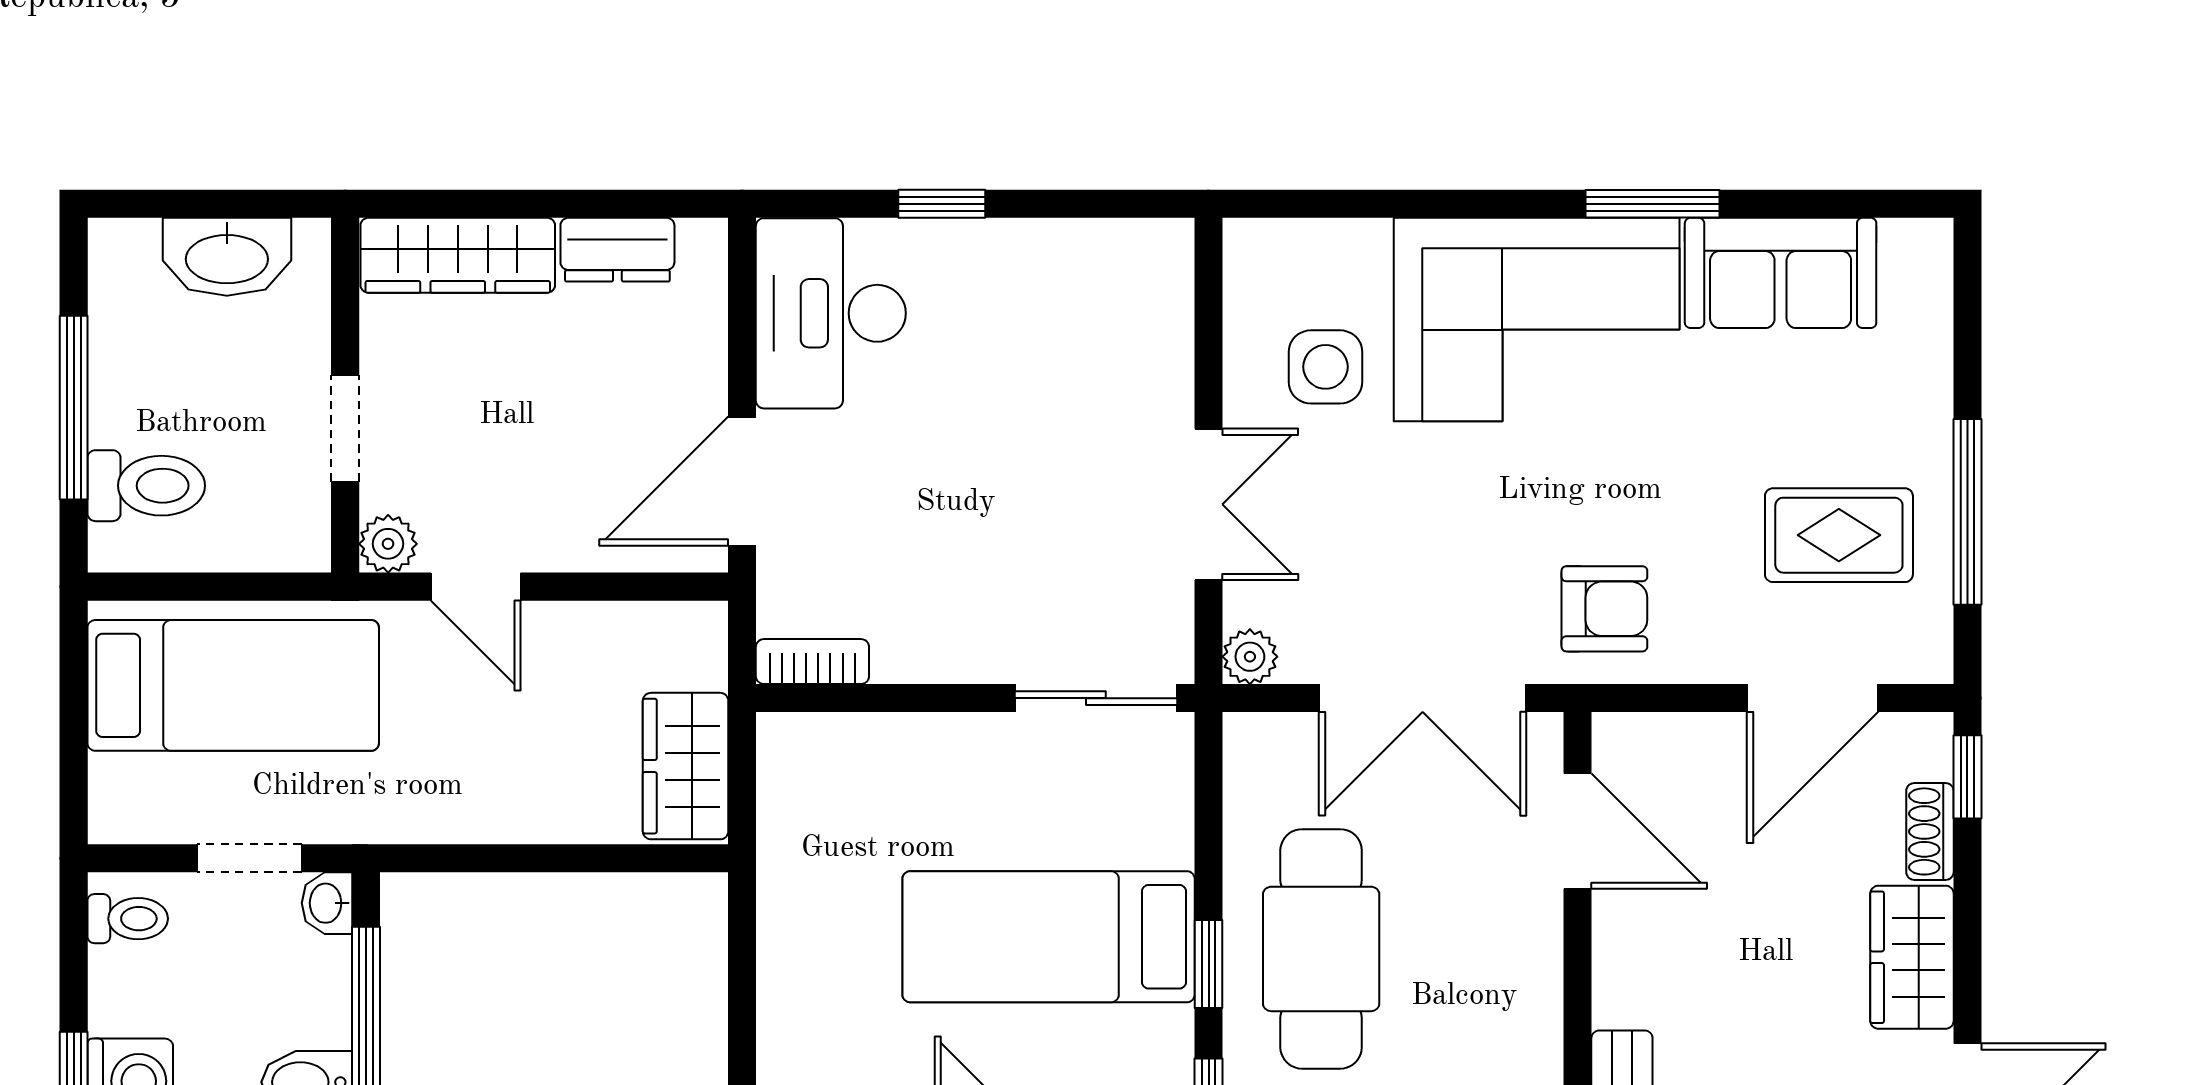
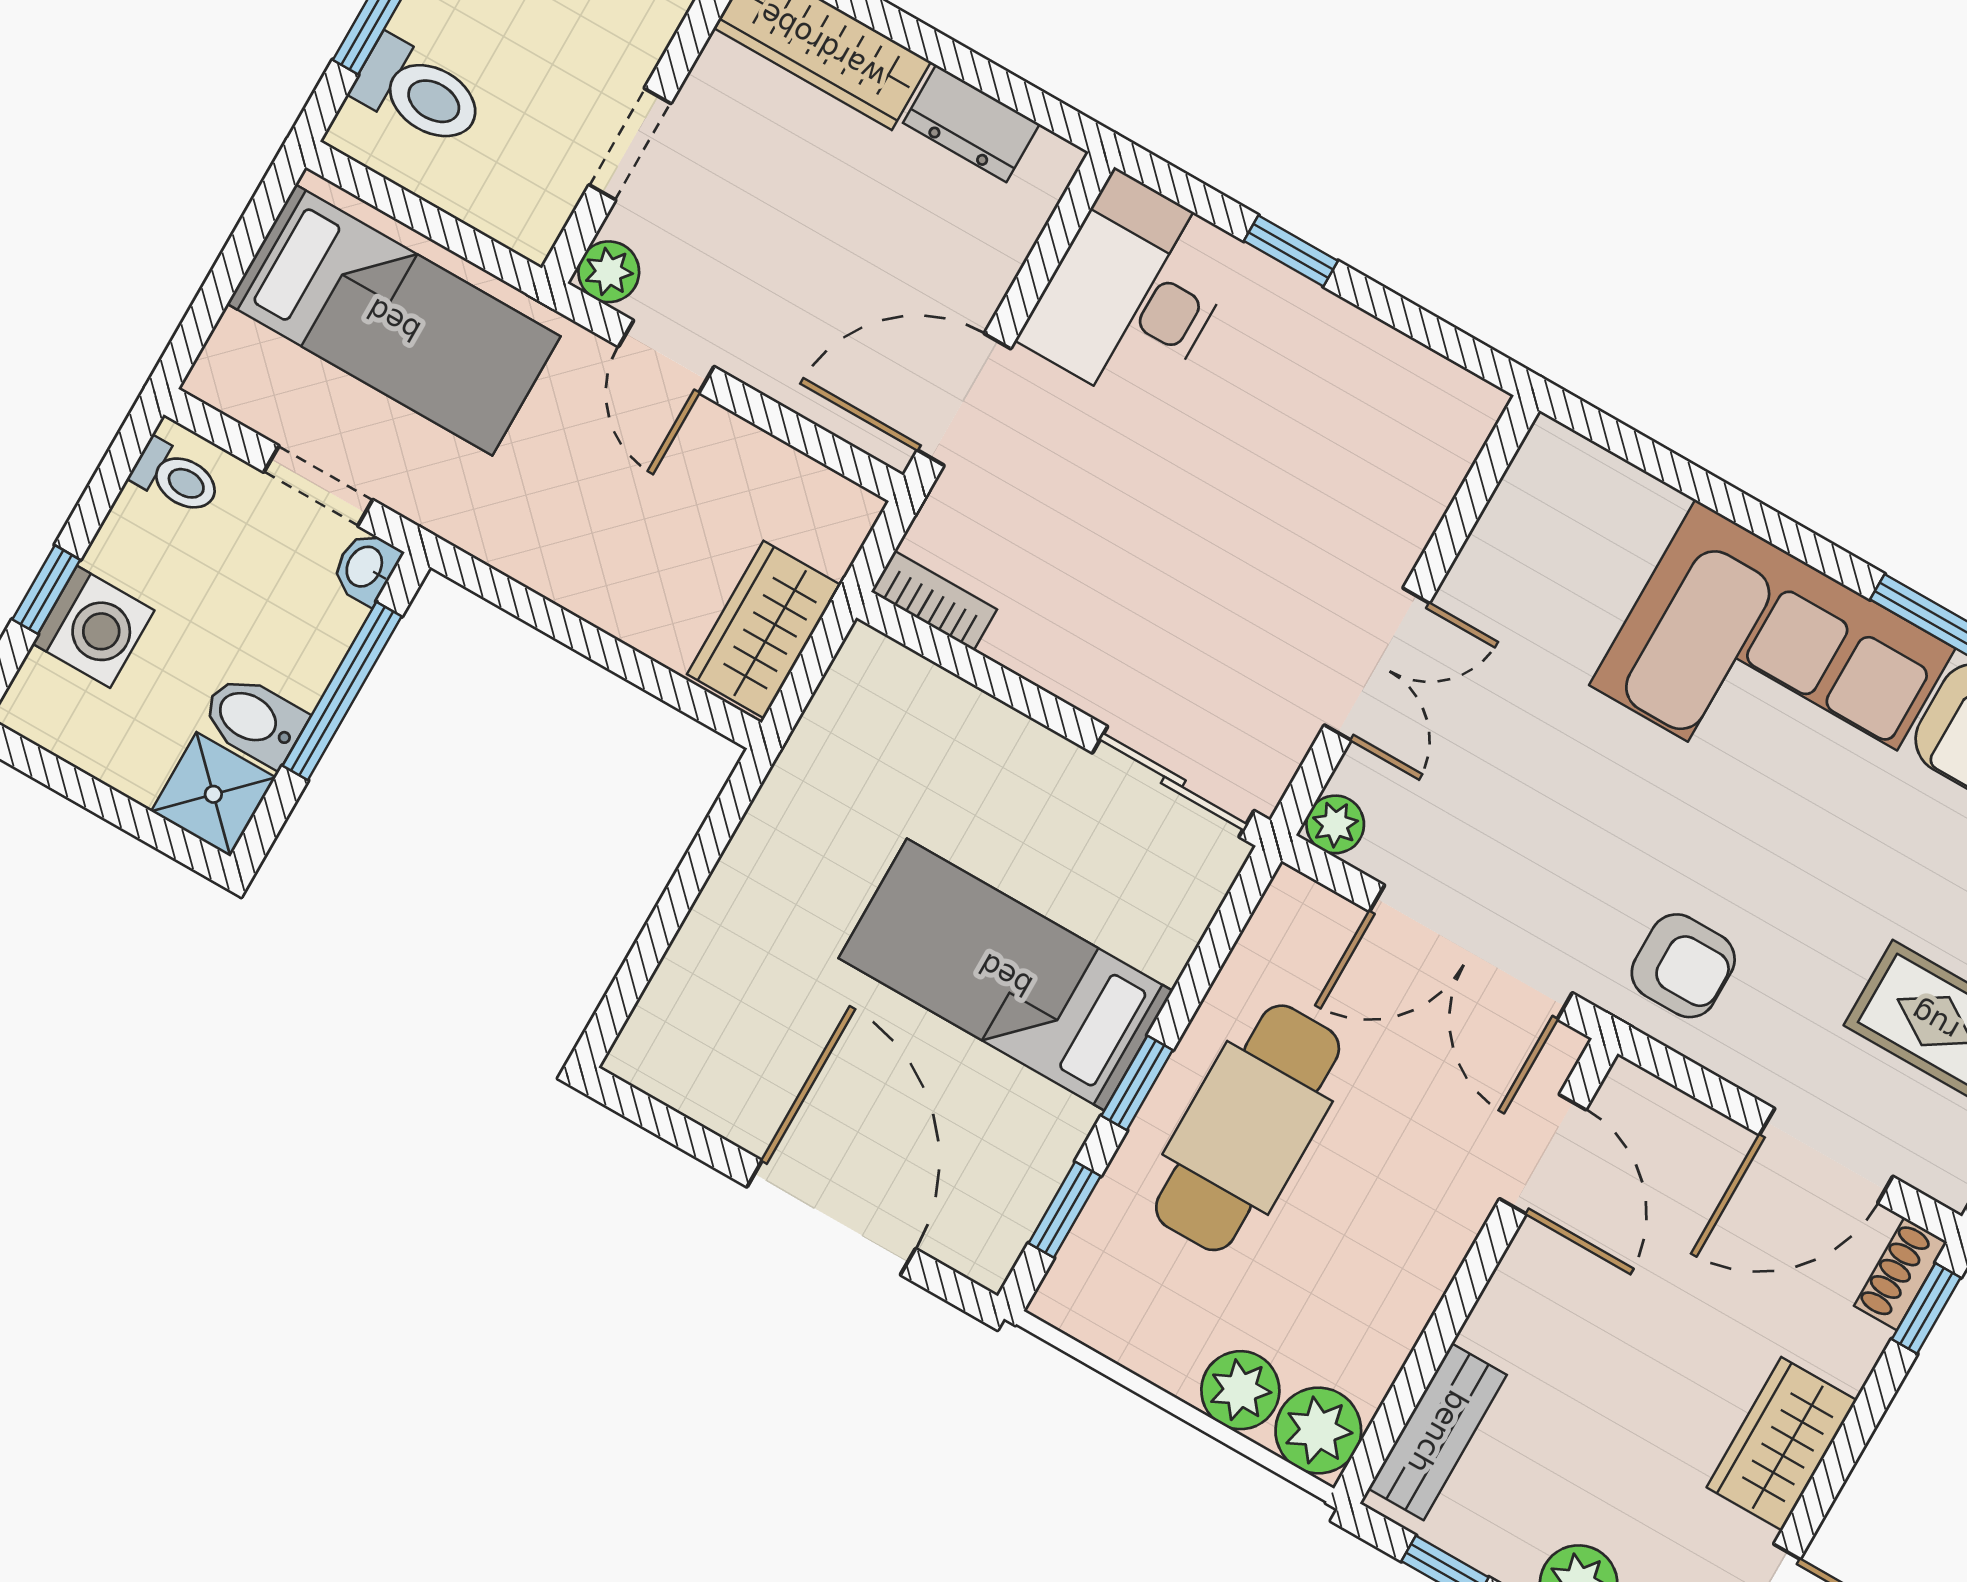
side table: (1326, 367) -> (1555, 600), removed
shoe rack: (1930, 831) -> (1901, 1274), moved

